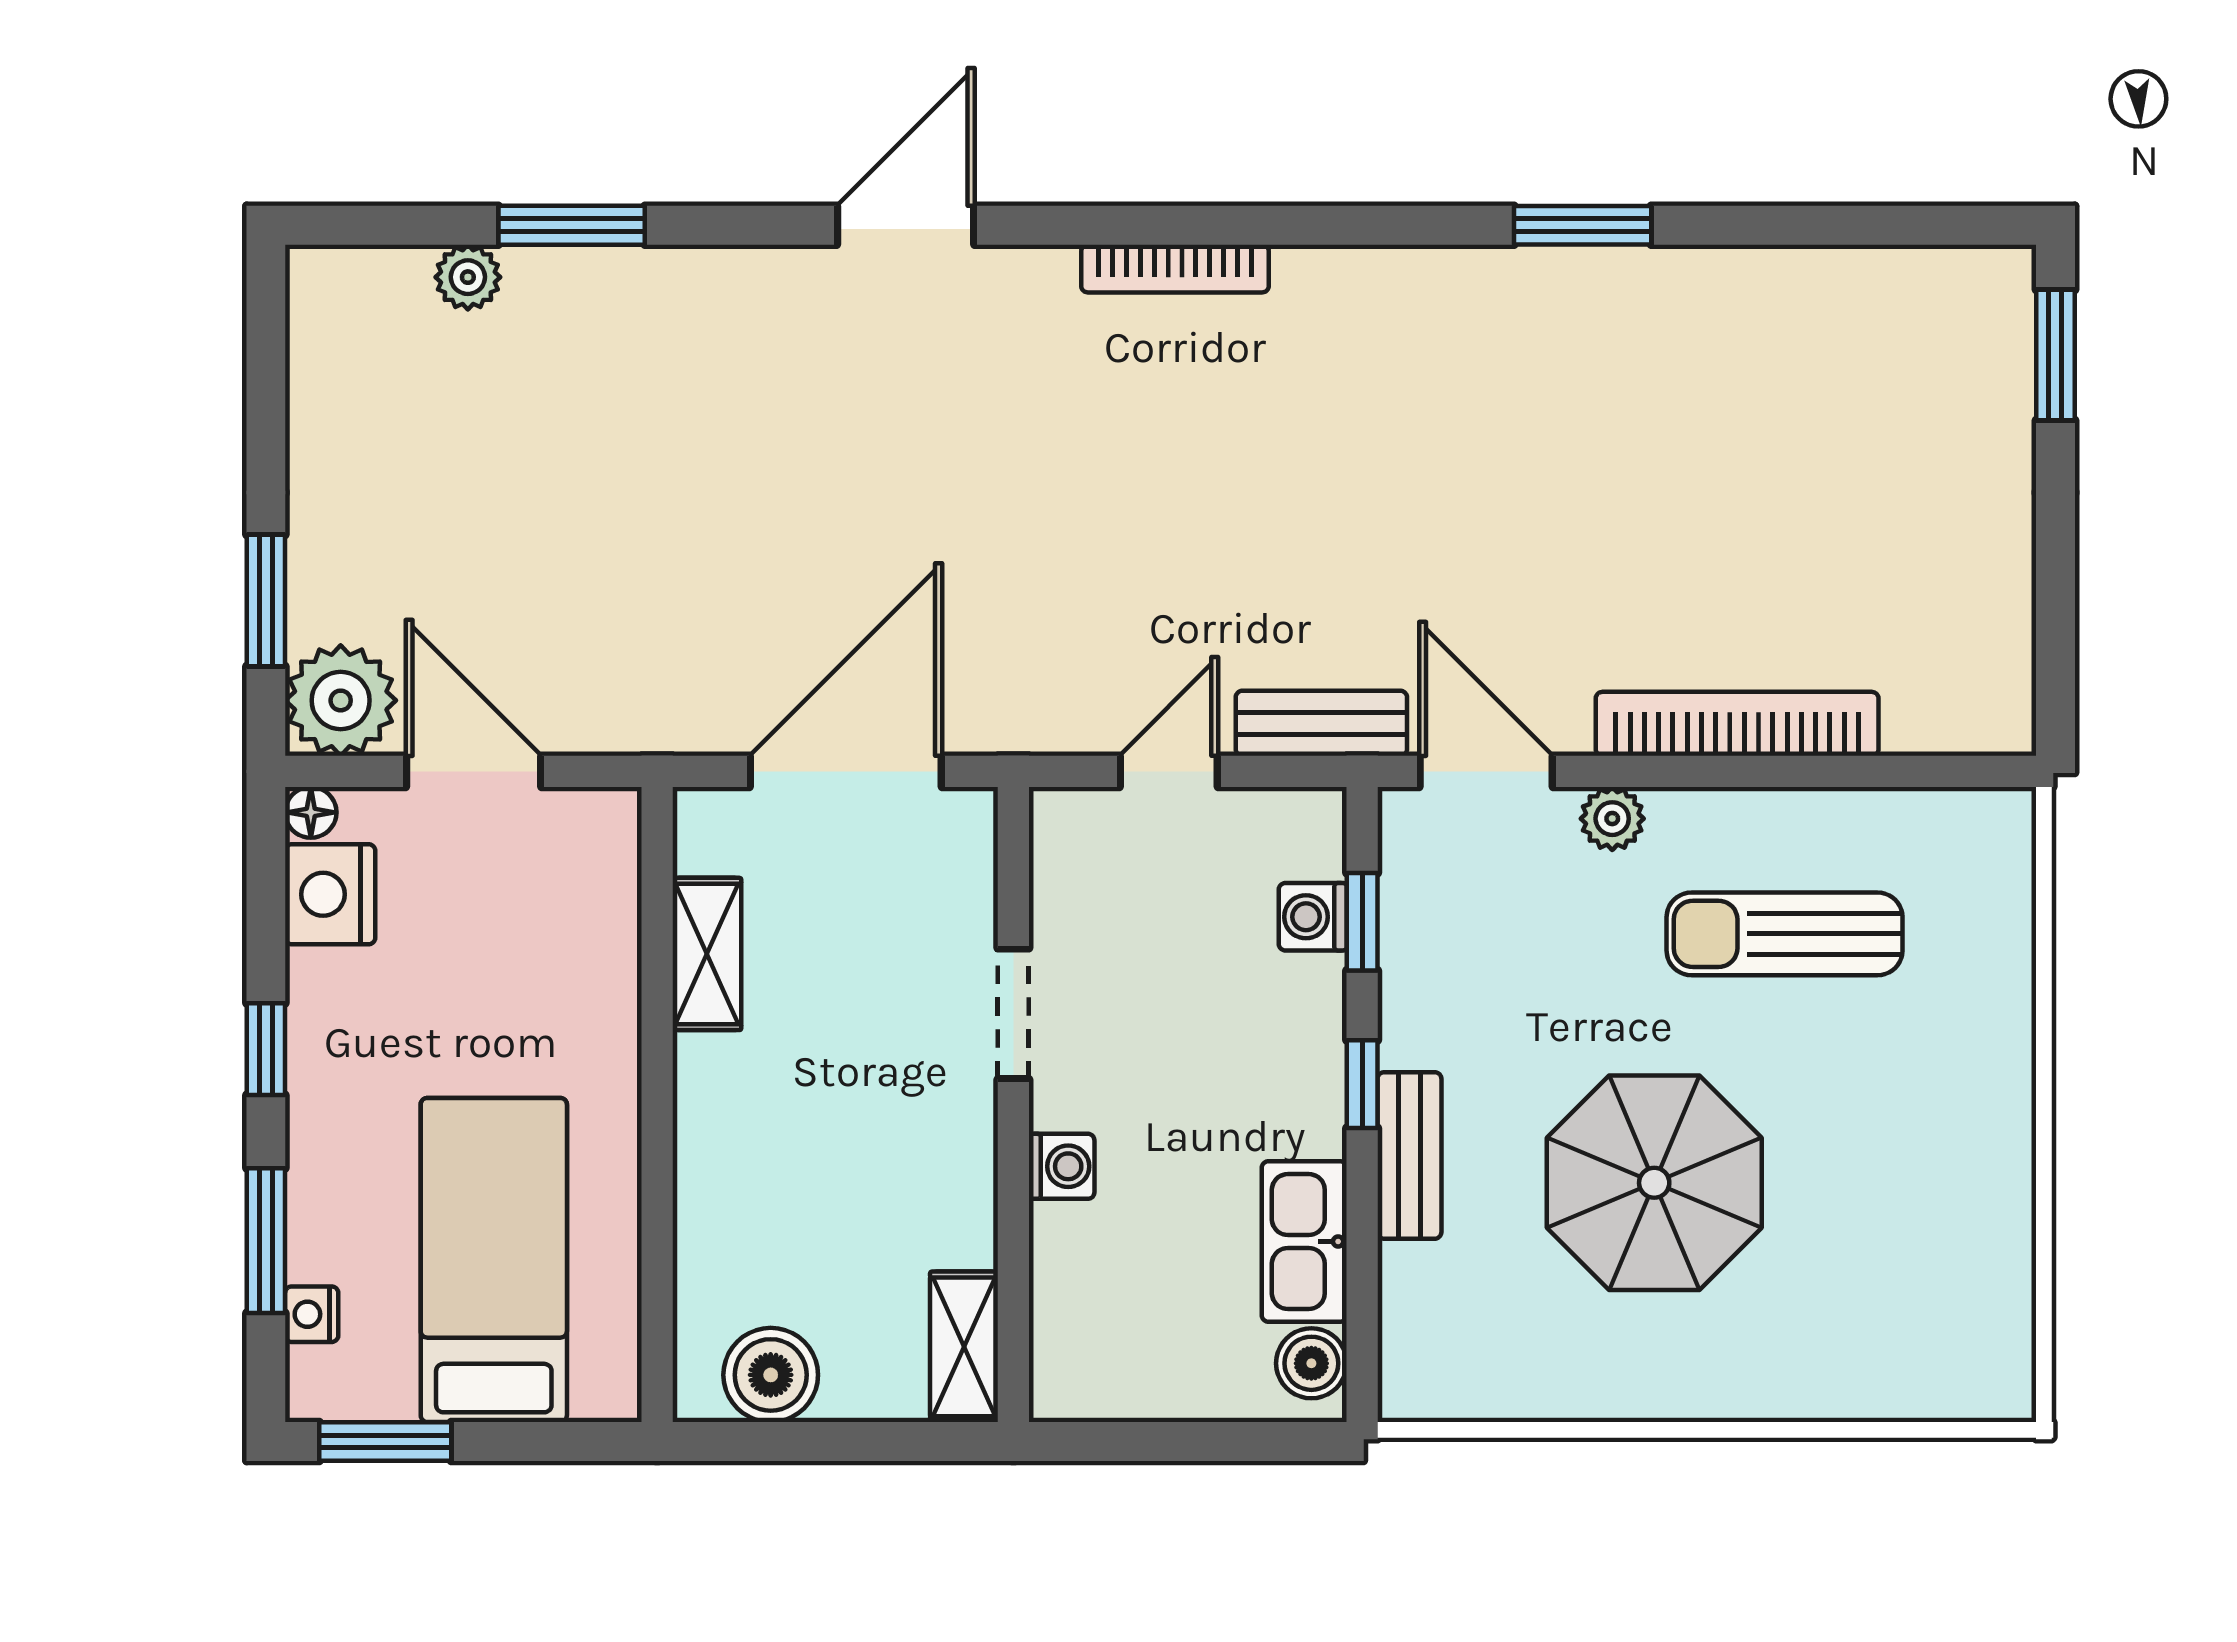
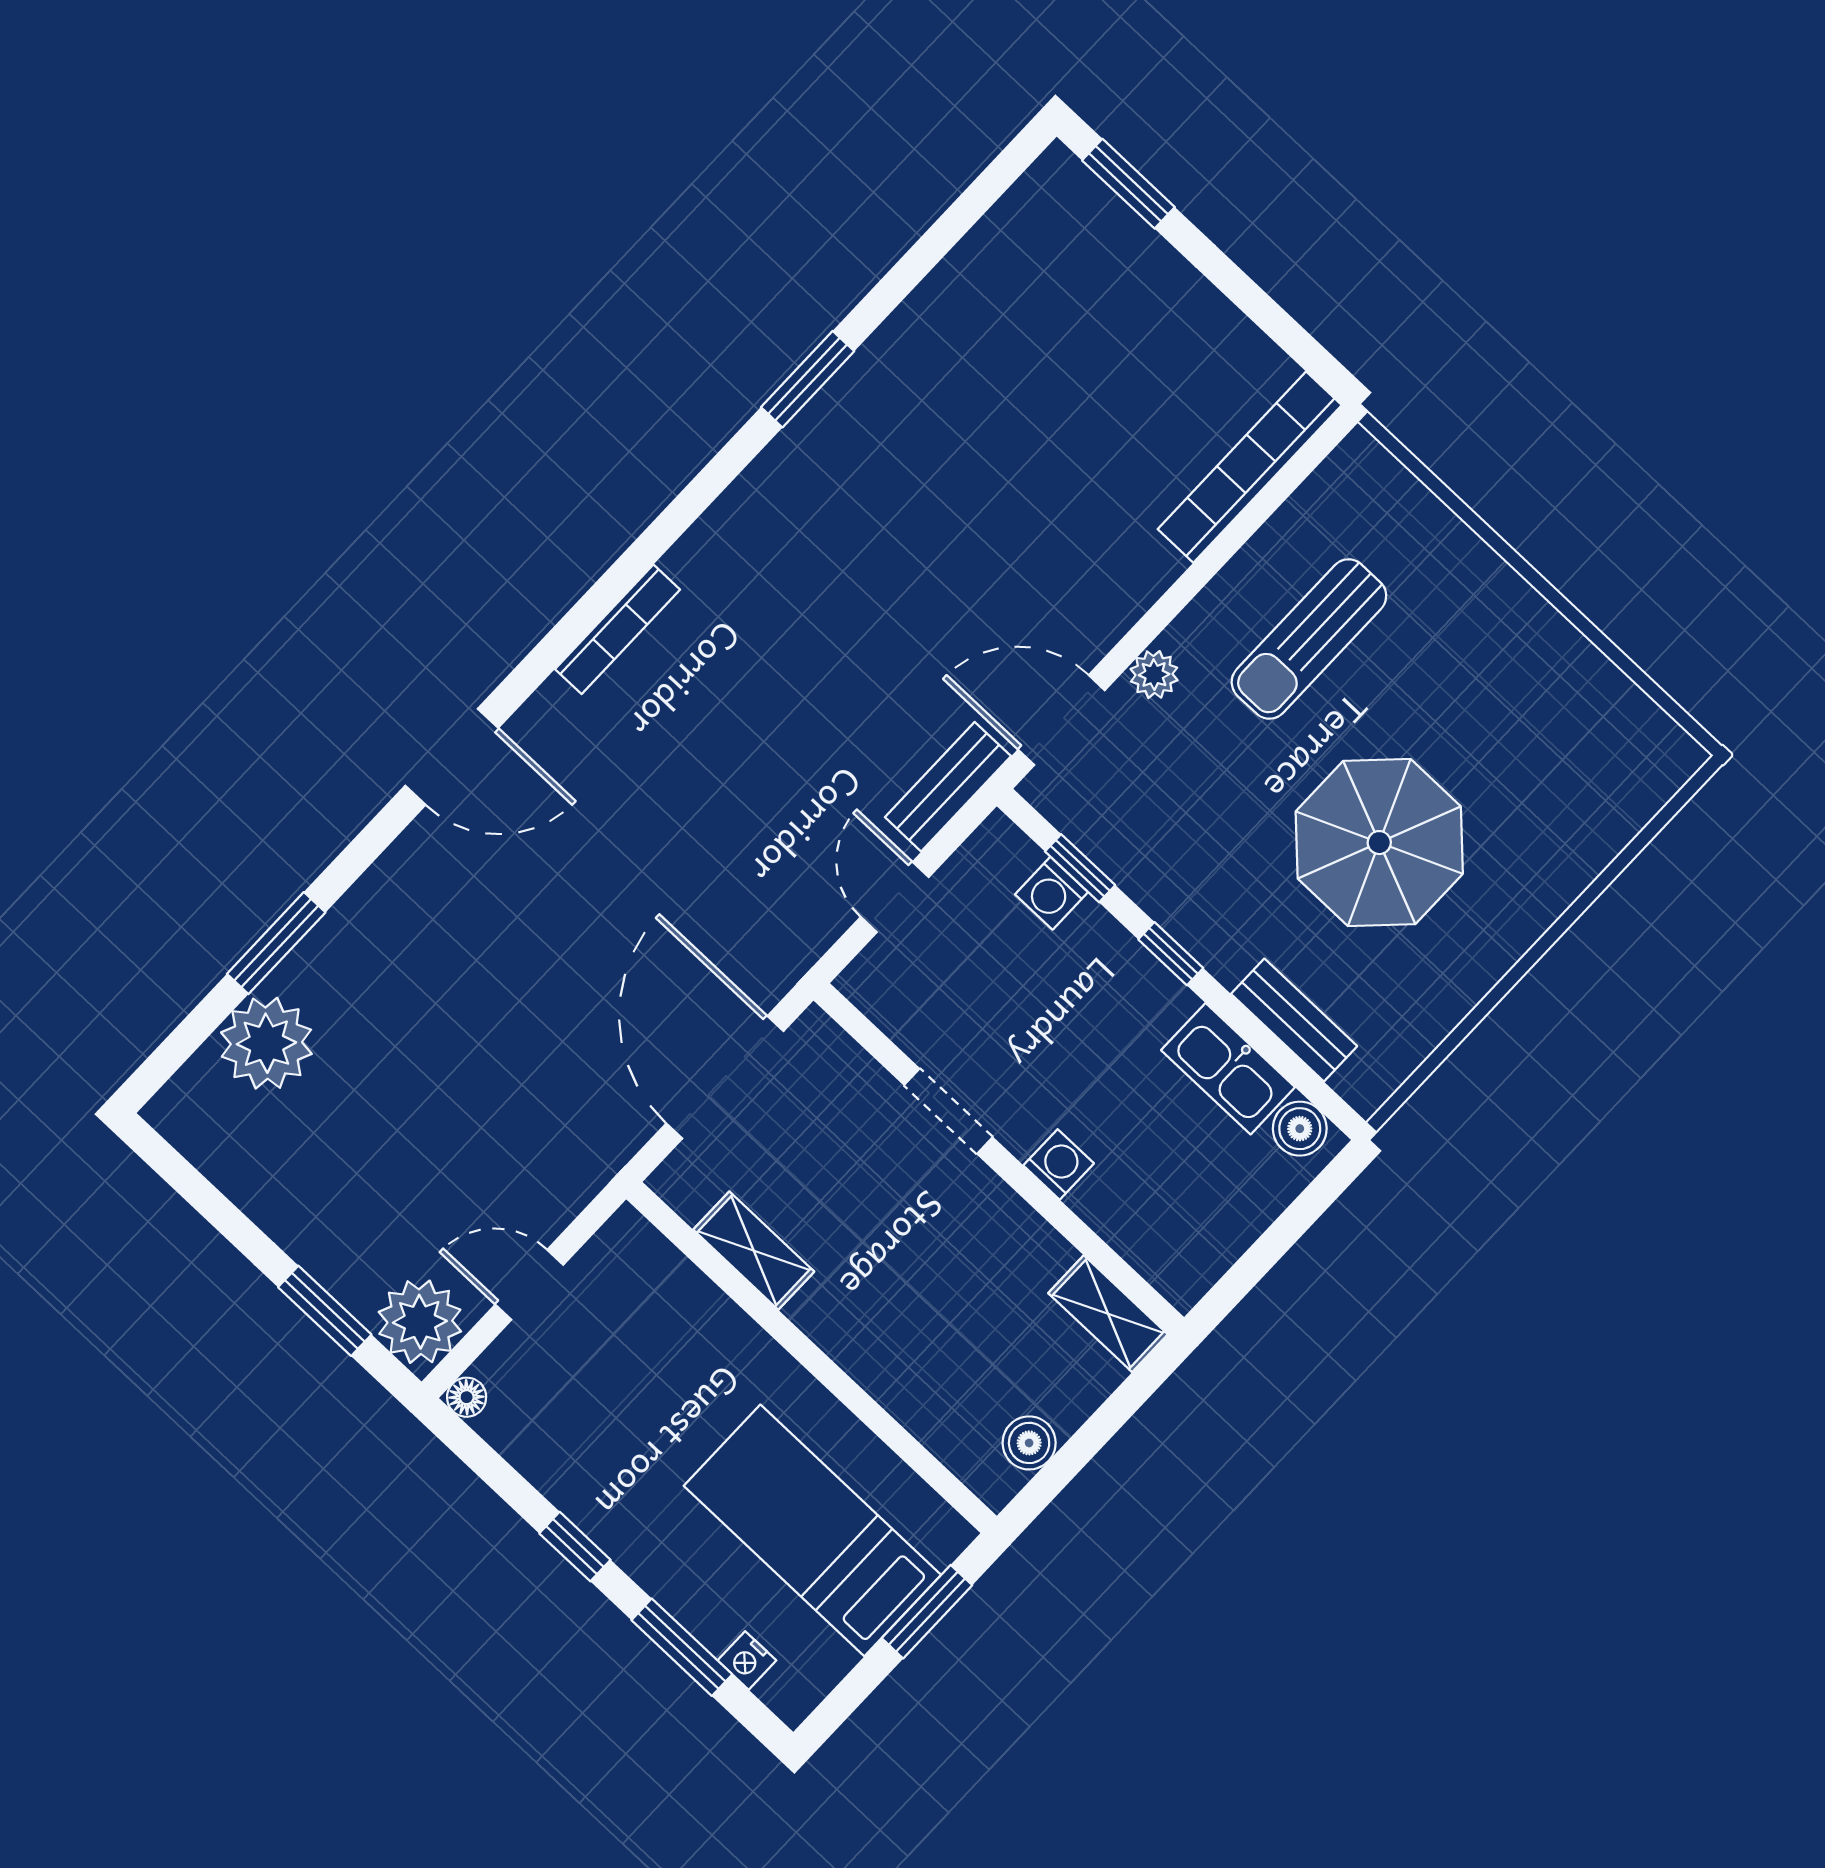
door: (906, 225) -> (452, 757), swing flipped
plant: (468, 277) -> (266, 1043), width x1.88, depth x1.88
bookcase: (1737, 724) -> (1250, 467), moved
door: (474, 771) -> (529, 1285), width x0.73
nightstand: (330, 894) -> (522, 1429), removed
bench: (1409, 1155) -> (1294, 1020), moved
boiler: (771, 1375) -> (1029, 1443), width x0.73, depth x0.73
window: (385, 1441) -> (927, 1612), moved

